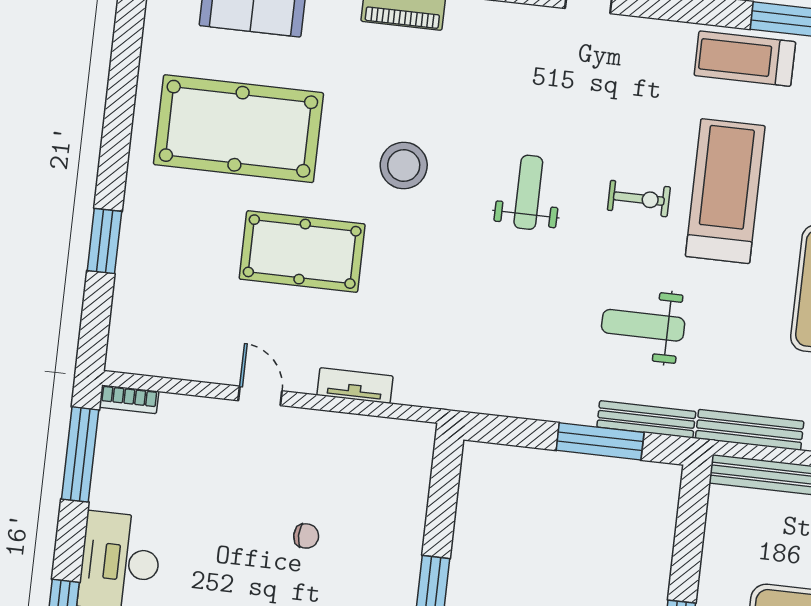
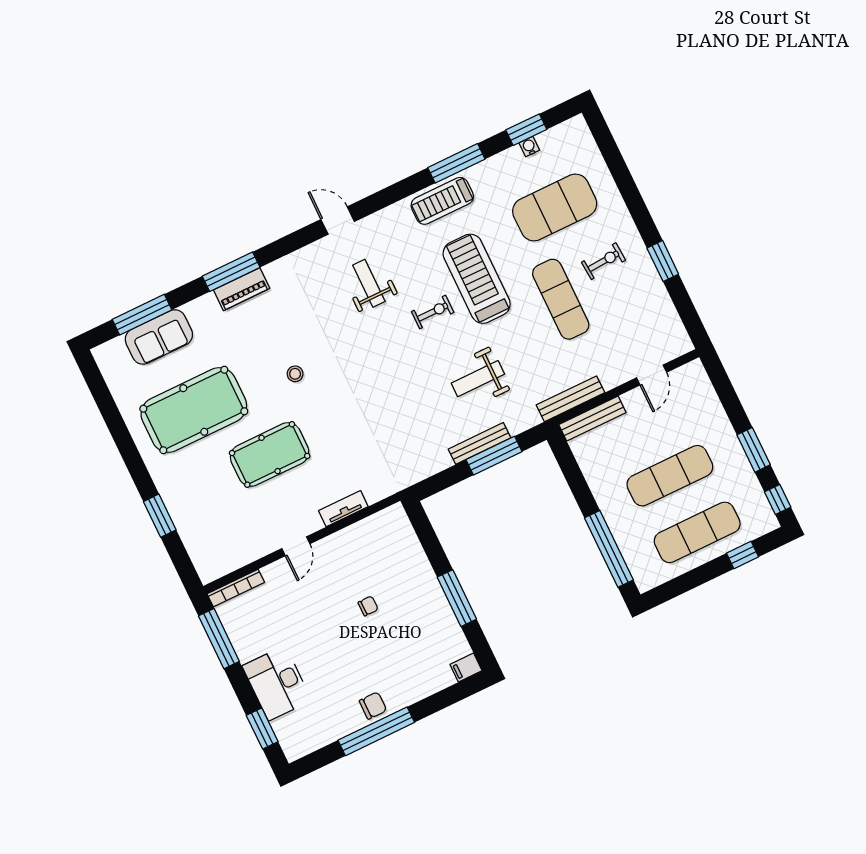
stool: (404, 165) -> (295, 374), width x0.53, depth x0.53
weight bench: (528, 192) -> (369, 283), moved
door: (260, 396) -> (296, 546), swing flipped
bookcase: (129, 399) -> (236, 588), width x1.56
bench: (646, 419) -> (480, 443), moved

